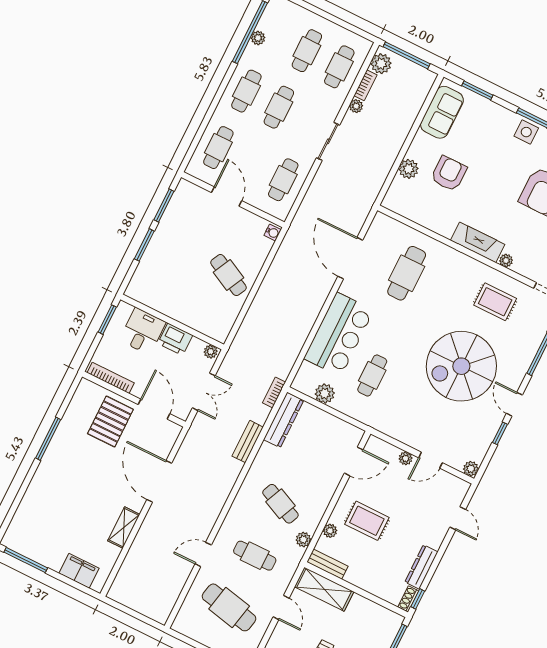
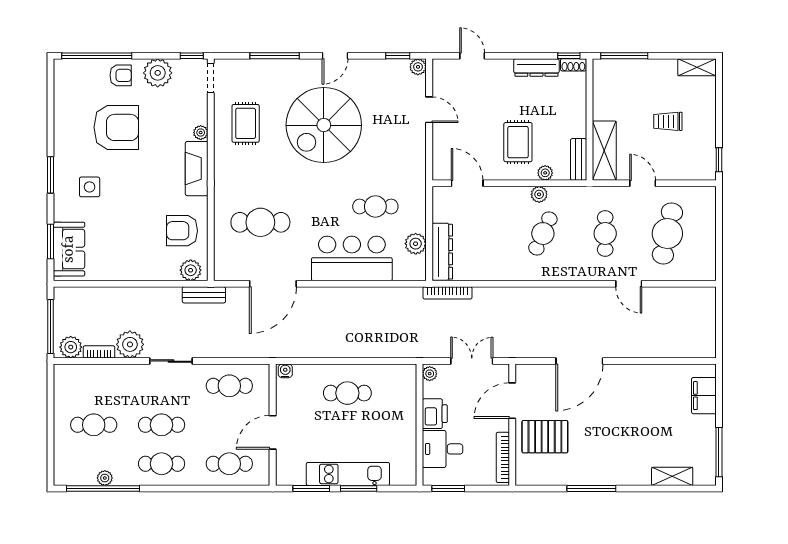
cafe table: (339, 67) -> (94, 386), removed
plant: (356, 106) -> (130, 344), width x1.87, depth x1.87
sofa: (442, 112) -> (69, 249), moved, turned 90
side table: (526, 132) -> (90, 187), moved
plant: (409, 169) -> (191, 270), moved
armchair: (449, 174) -> (182, 231), moved
kitchen unit: (161, 242) -> (348, 474), added
cafe table: (228, 275) -> (347, 393), turned 63
spiral stairs: (461, 366) -> (324, 125), turned 90
bookcase: (274, 392) -> (447, 293), width x1.56
dresser: (284, 420) -> (442, 252), moved, turned 90
window: (500, 433) -> (398, 56), moved
bench: (248, 442) -> (204, 295), moved
plant: (406, 458) -> (439, 135), removed
door: (458, 518) -> (472, 56), hinge flipped
shelving: (124, 528) -> (672, 476), moved
plant: (303, 540) -> (539, 194), moved
door: (281, 608) -> (643, 183), hinge flipped

